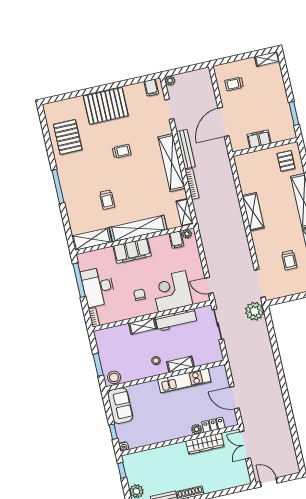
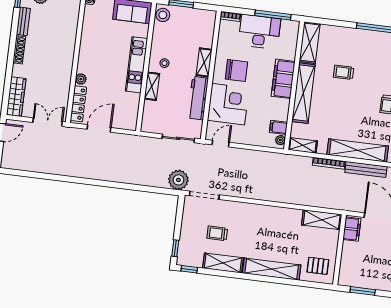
filing cabinet: (259, 139) -> (352, 229), moved
shelving: (253, 212) -> (322, 220), moved
chair: (140, 295) -> (236, 71), width x1.87, depth x1.87
kitchen unit: (184, 381) -> (136, 65), moved
locker: (213, 425) -> (78, 104), width x1.53
wardrobe: (205, 444) -> (16, 97), moved, turned 180

